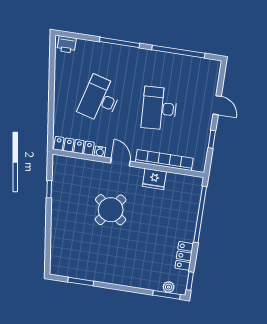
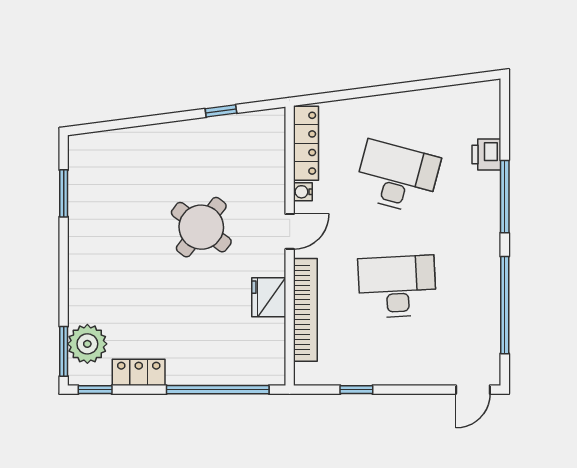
printer: (67, 44) -> (486, 154), moved
door: (217, 105) -> (473, 390), moved
plant: (169, 287) -> (87, 344), width x1.88, depth x1.88

